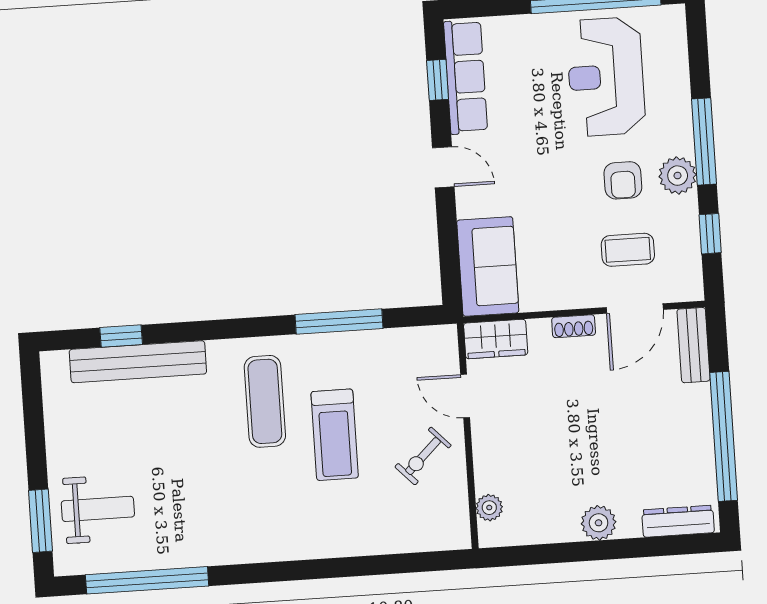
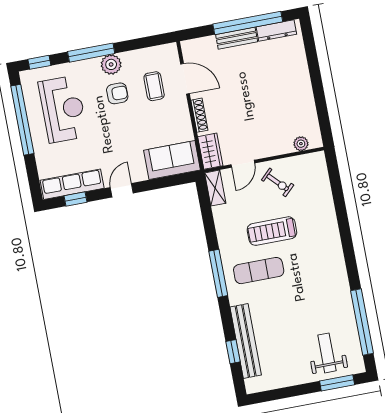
reception desk: (606, 77) -> (63, 109), turned -90
window: (710, 234) -> (39, 62), moved
window: (339, 322) -> (218, 273), moved
shoe rack: (574, 326) -> (199, 115), width x1.43
shelving: (426, 340) -> (215, 188), added
bench: (693, 345) -> (237, 38), moved
treadmill: (335, 435) -> (272, 231), turned 180
dresser: (678, 521) -> (276, 31), moved, turned -90
plant: (599, 523) -> (302, 84), removed

